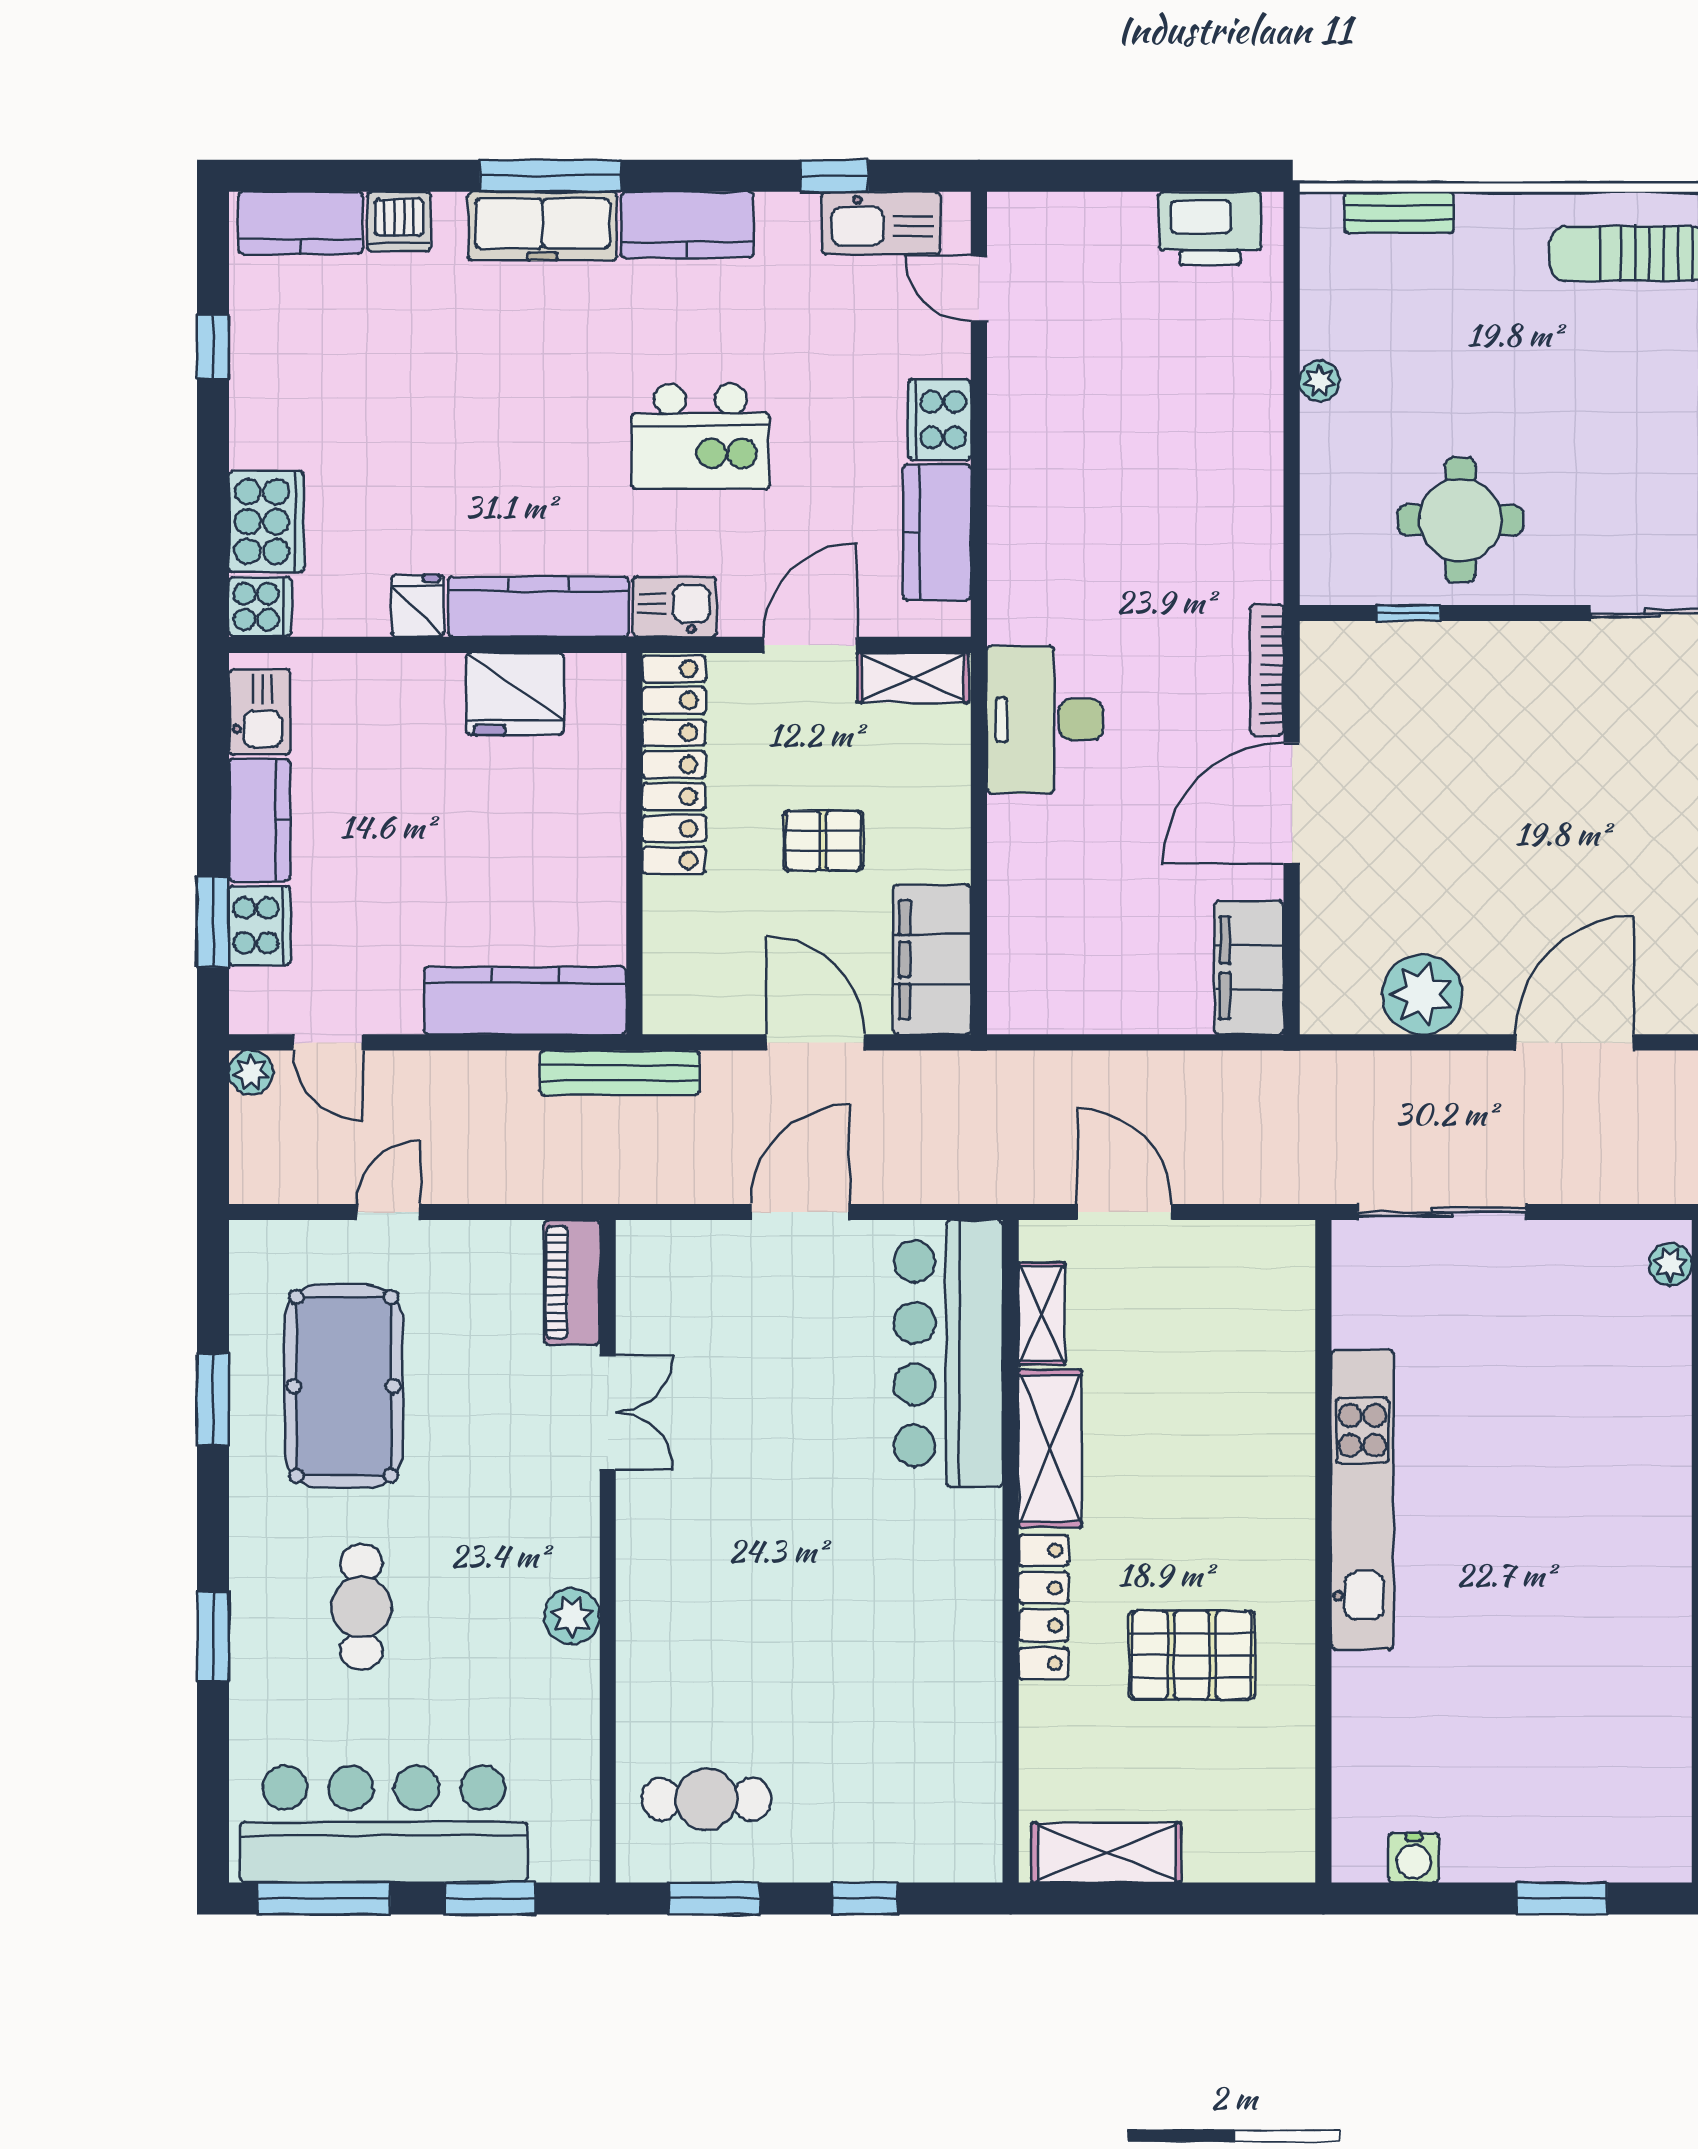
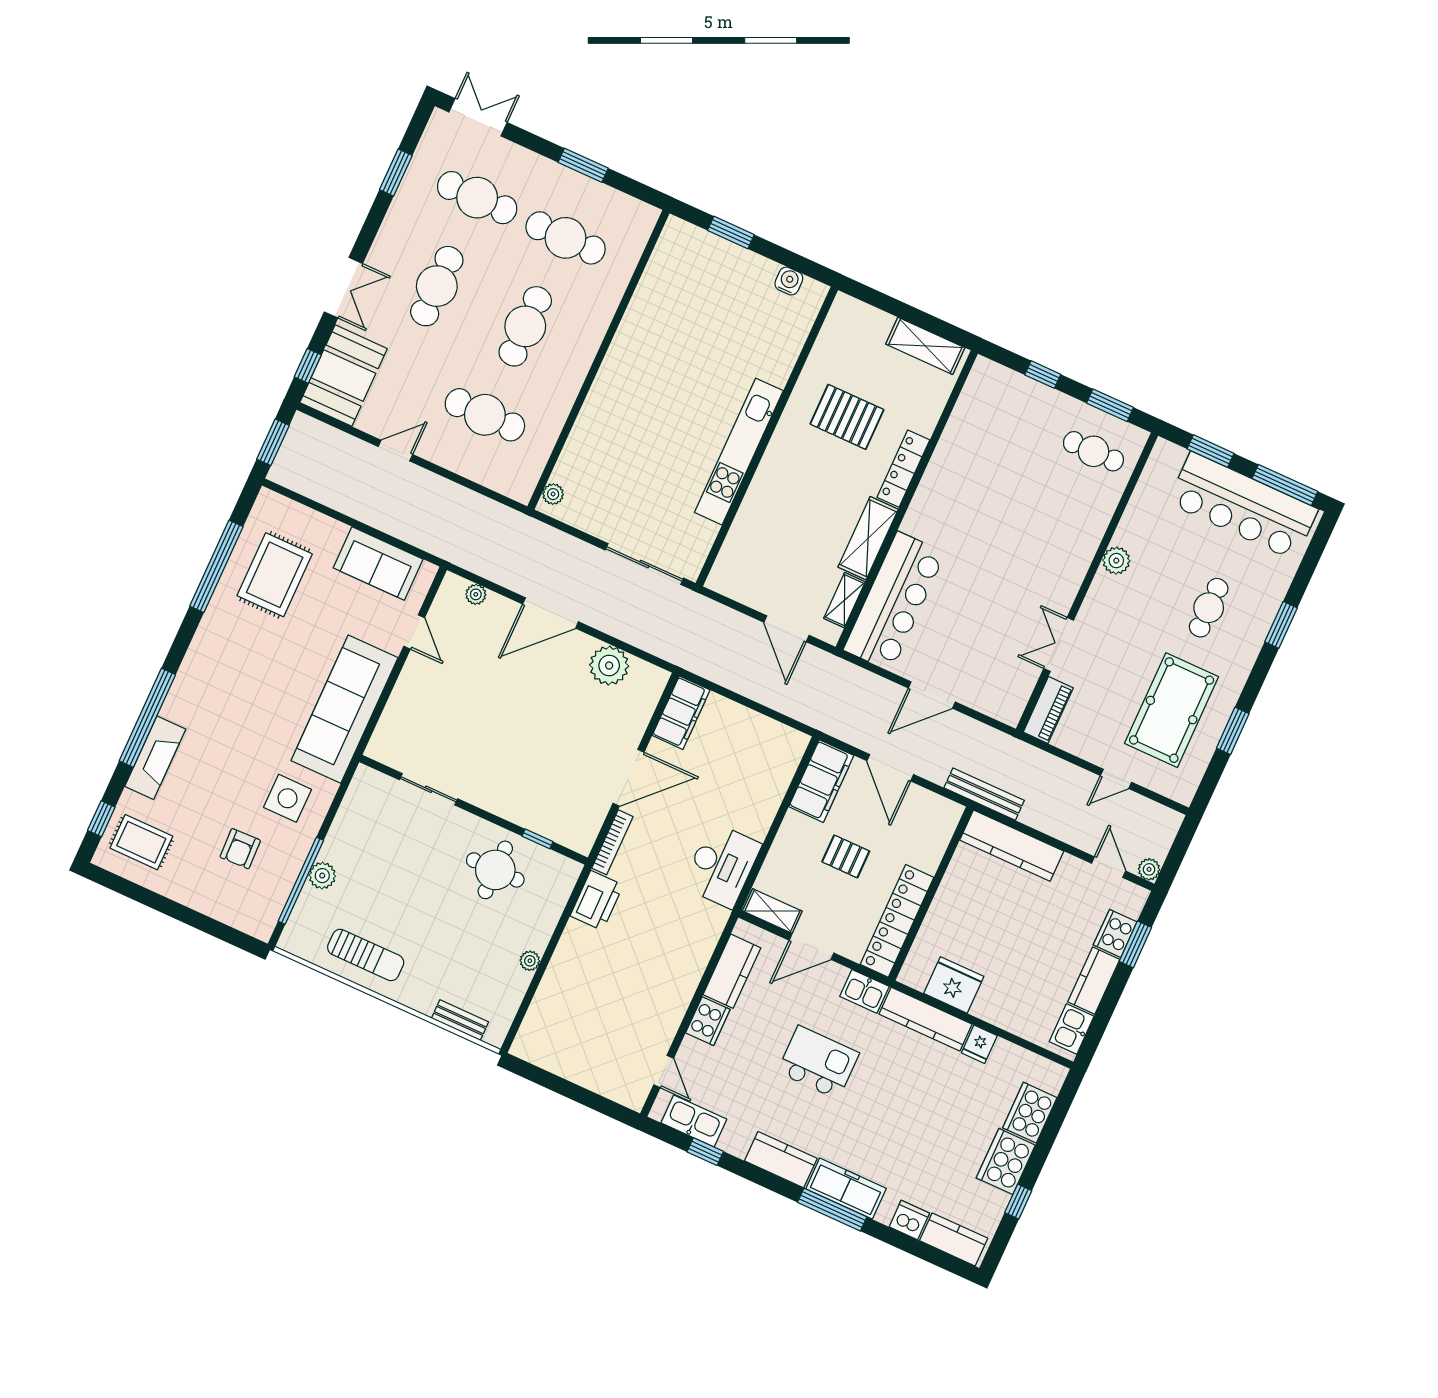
printer: (1210, 228) -> (597, 900), moved, turned 90
cooker: (260, 607) -> (1006, 1161), moved, width x1.87, depth x1.31

